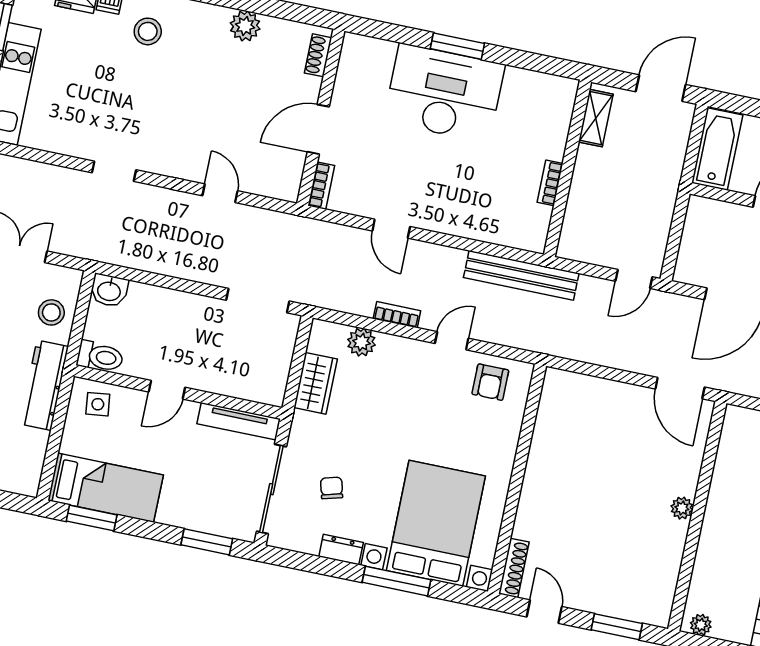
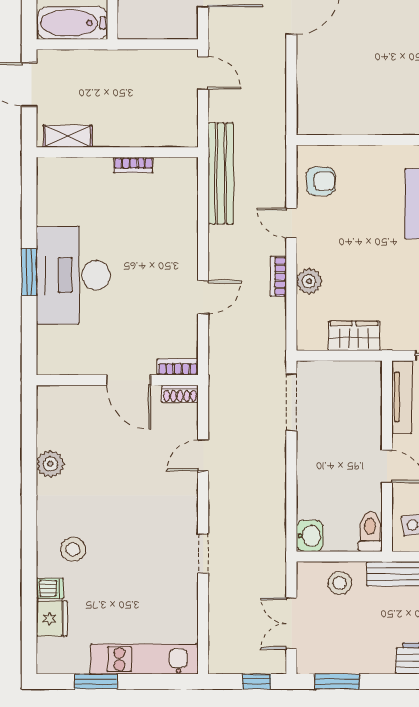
shoe rack: (318, 55) -> (180, 394), moved
plant: (361, 342) -> (309, 281), moved

